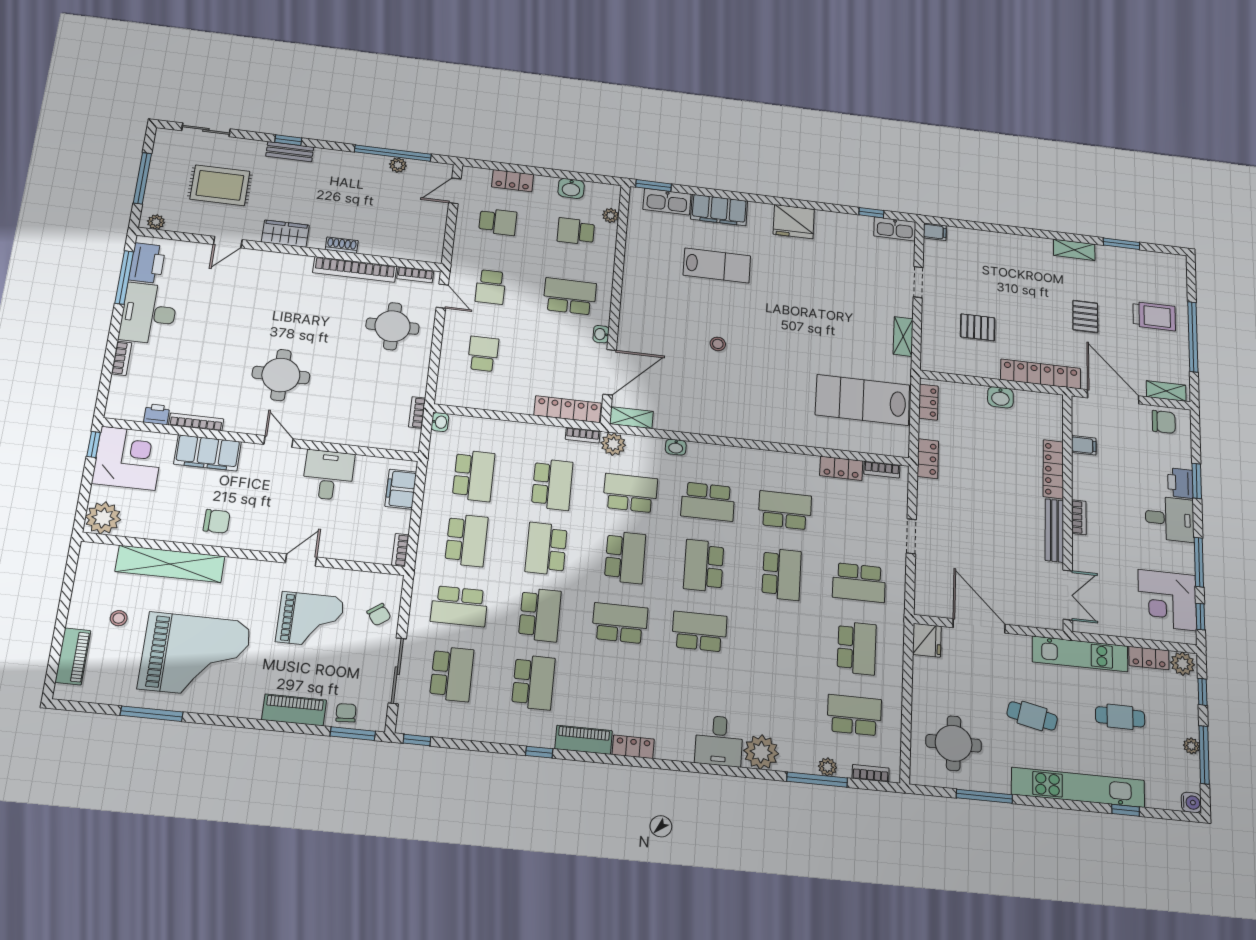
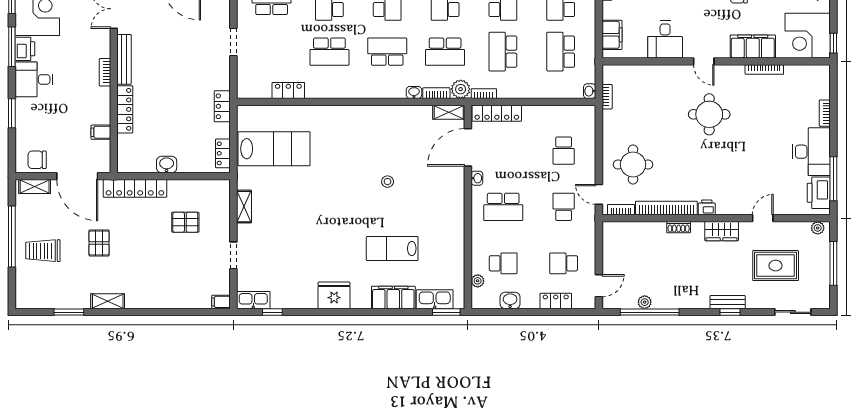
printer: (157, 414) -> (707, 207), moved, turned 180
bookcase: (882, 470) -> (436, 93), moved
printer: (1180, 483) -> (25, 49), moved

